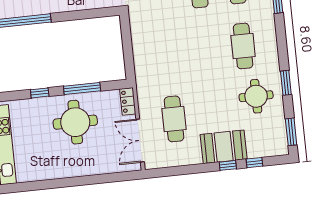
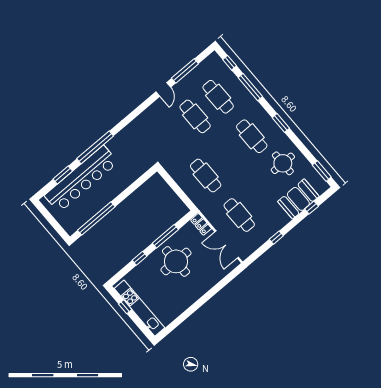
cafe table: (167, 54) -> (206, 176), added
window: (286, 83) -> (281, 123), moved
booth: (224, 147) -> (298, 199), moved
window: (228, 165) -> (276, 238), moved

